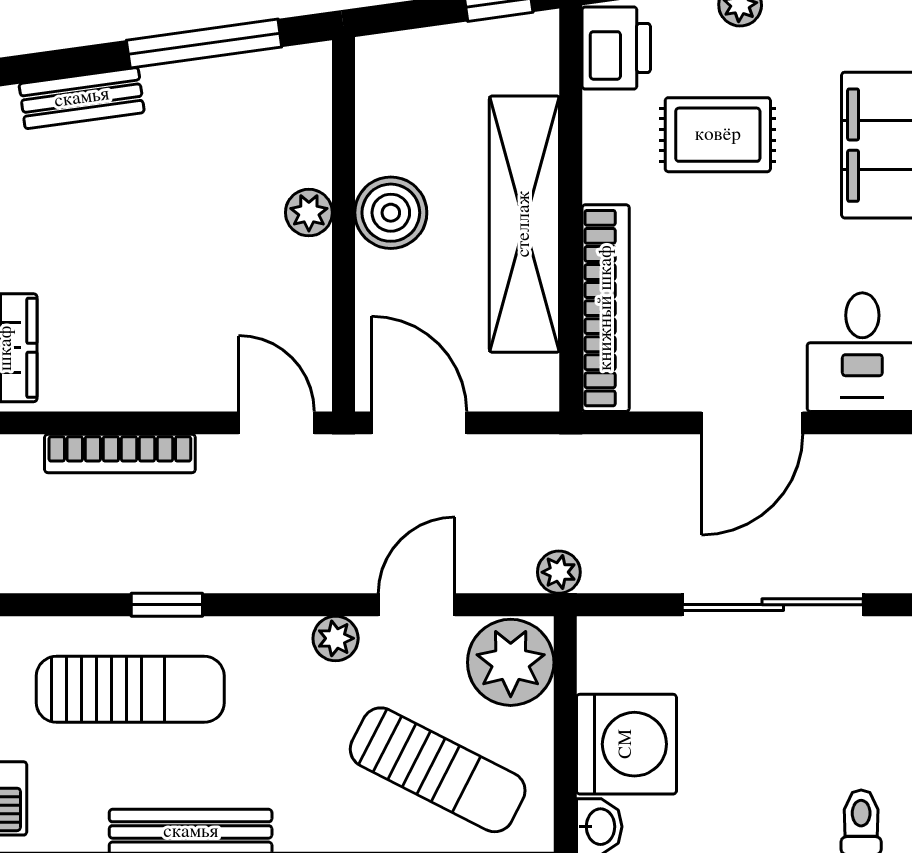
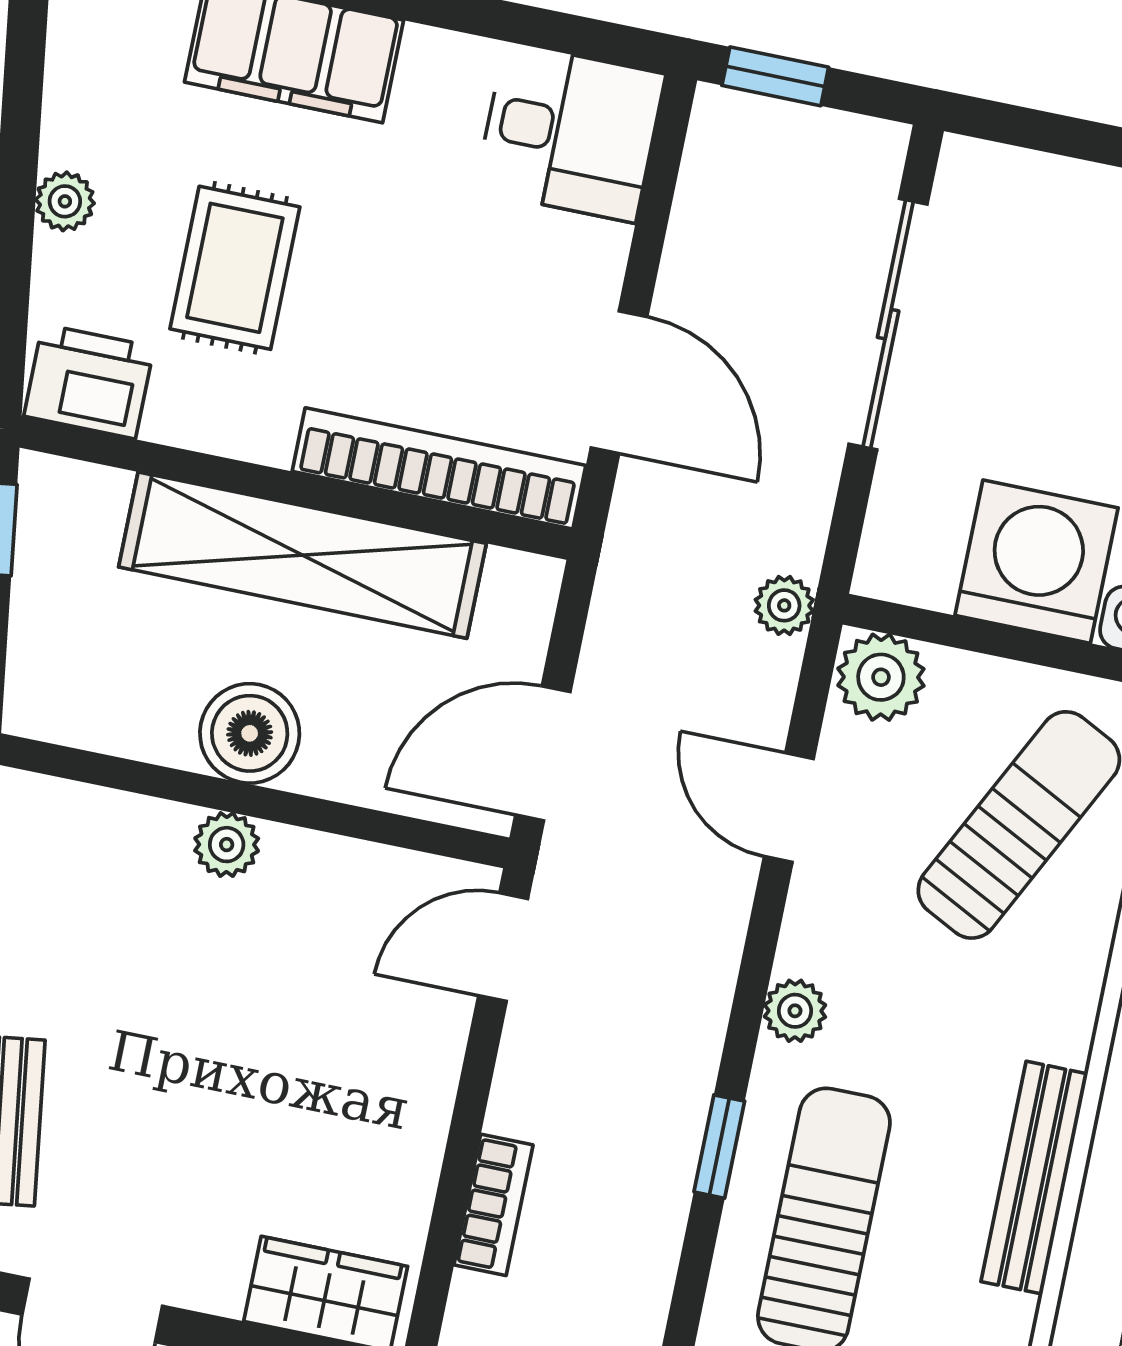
door: (752, 423) -> (619, 382), moved
bookcase: (120, 453) -> (493, 1205), width x0.64
plant: (336, 638) -> (795, 1011), moved
plant: (511, 662) -> (881, 677), width x0.73, depth x0.73

